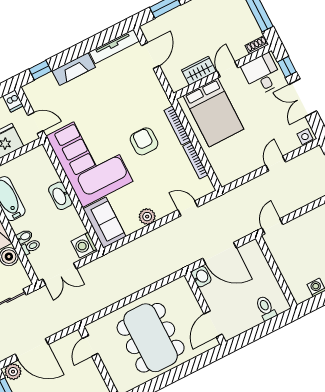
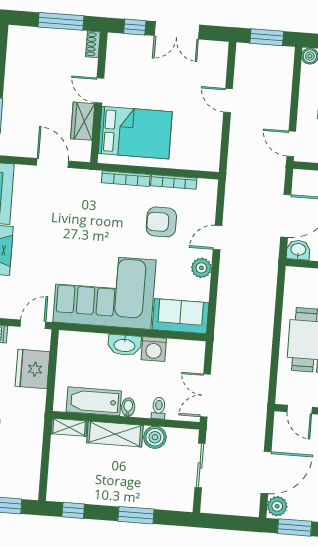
door: (150, 56) -> (53, 163), moved
desk: (262, 74) -> (127, 58), removed
side table: (305, 137) -> (219, 53), removed
armchair: (144, 141) -> (161, 222), moved
door: (188, 208) -> (218, 238), moved
bidet: (24, 237) -> (128, 407), moved
washing machine: (84, 245) -> (154, 349), moved
double door: (60, 274) -> (205, 395), swing flipped

